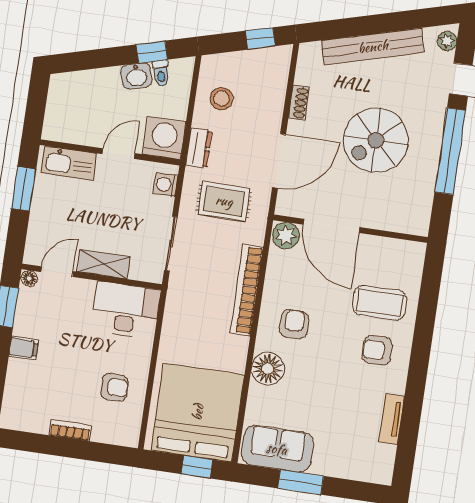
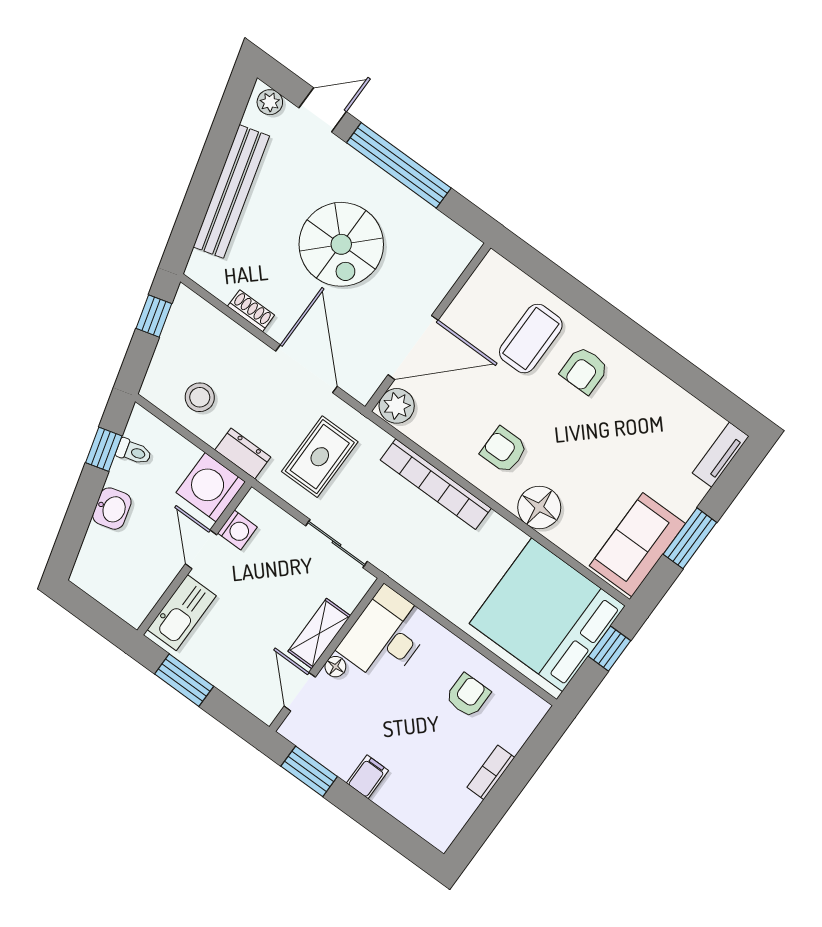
washbasin: (137, 76) -> (112, 509), moved
washing machine: (166, 184) -> (237, 530), moved, turned -90
floor lamp: (29, 278) -> (335, 667), moved
tv unit: (392, 419) -> (721, 455), moved, turned 90

